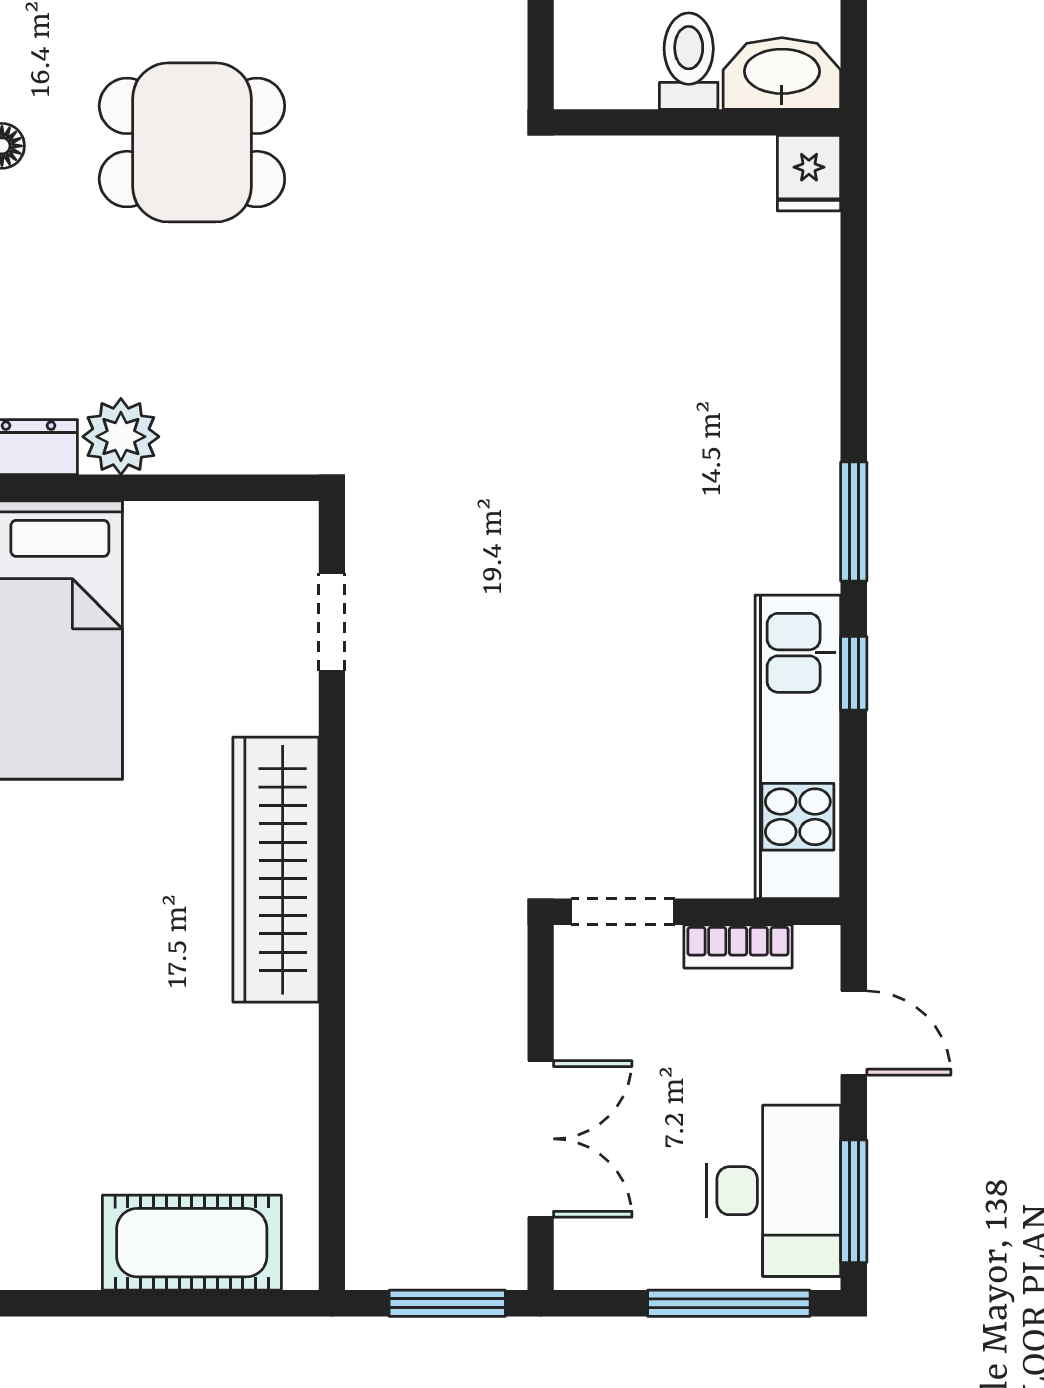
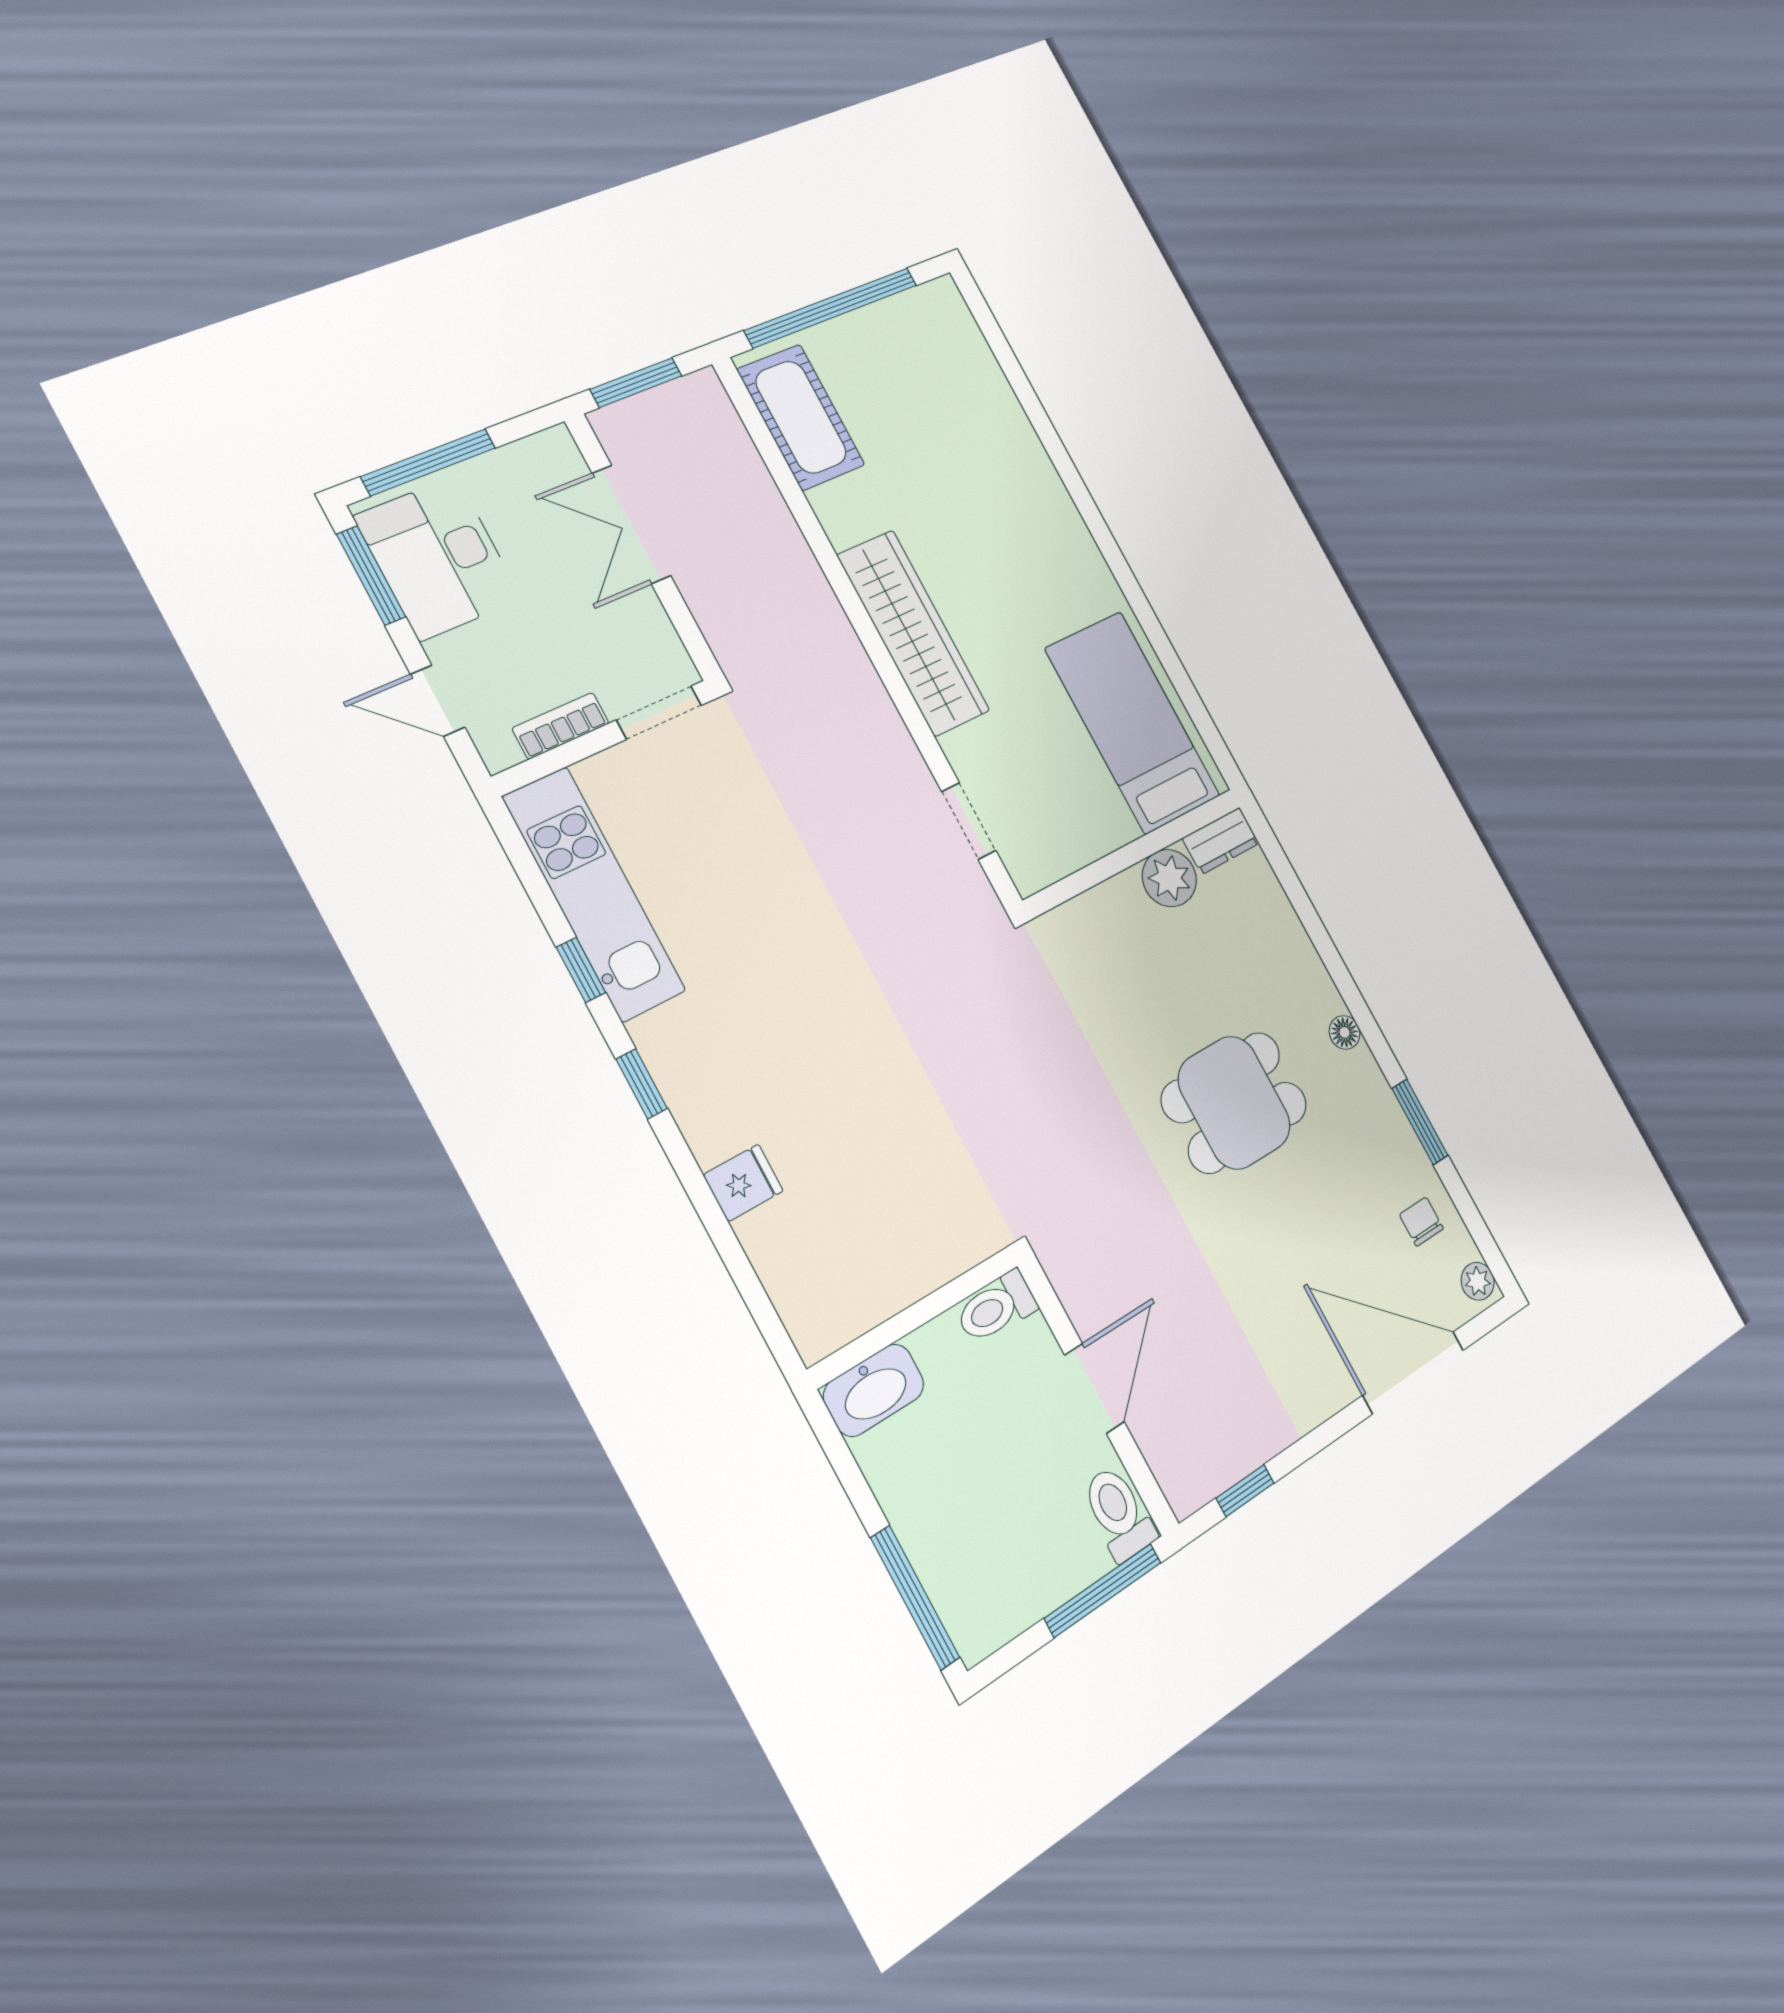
toilet: (689, 61) -> (996, 1307), moved, turned 90
fridge: (809, 173) -> (743, 1183), moved, turned 90
window: (854, 522) -> (642, 1084), width x0.67
cot: (192, 1243) -> (801, 417), moved, turned 90
window: (159, 1303) -> (831, 308), added

